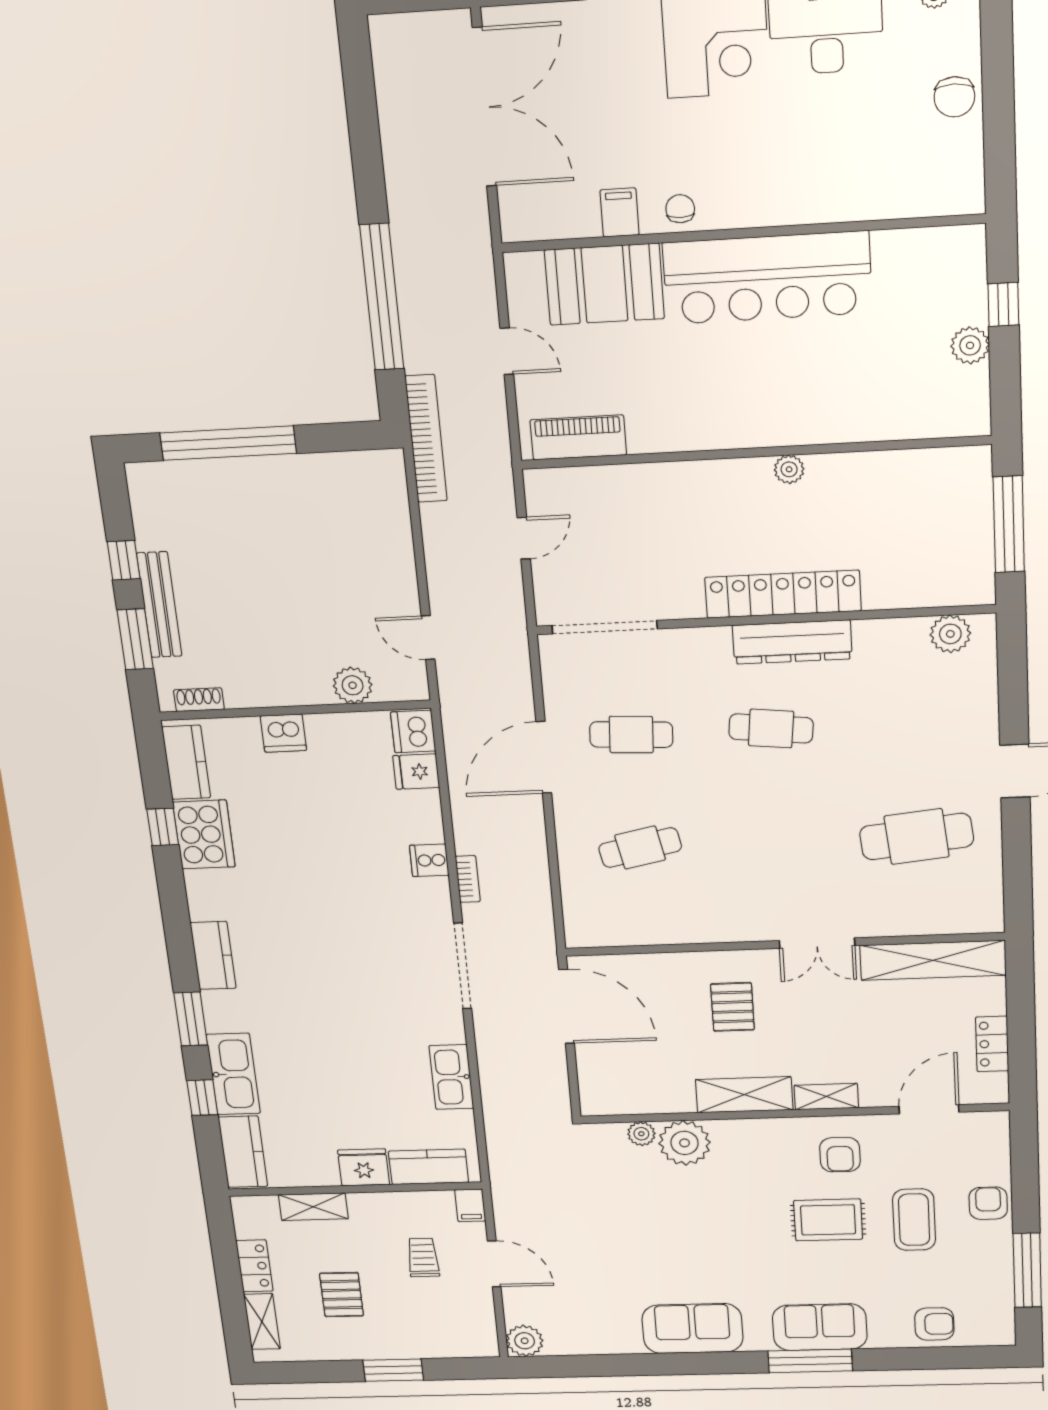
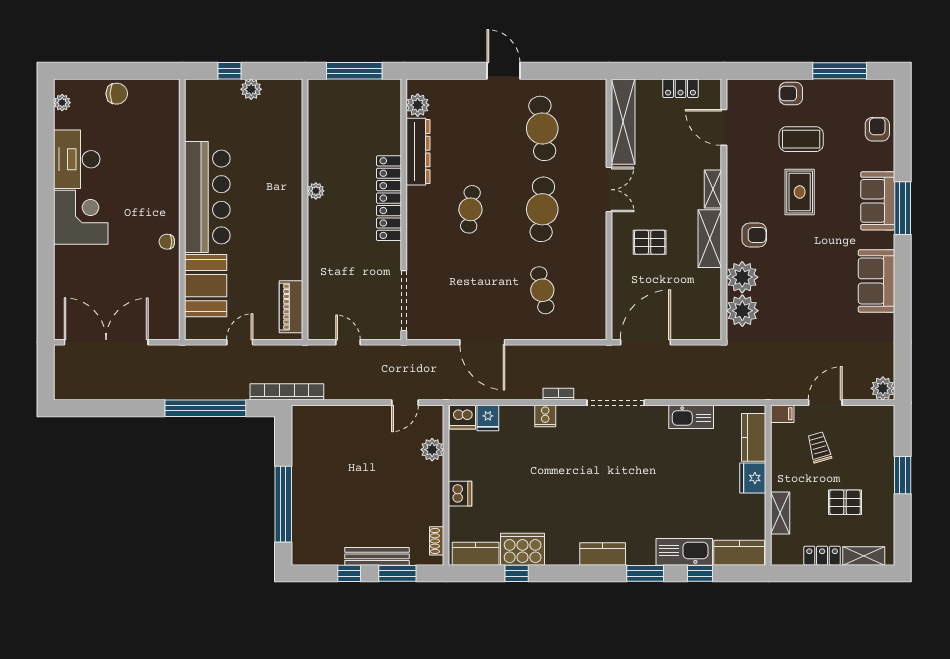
filing cabinet: (620, 212) -> (167, 274), removed
dresser: (792, 642) -> (418, 152), moved
cafe table: (631, 735) -> (542, 209), moved, width x1.37, depth x1.35
plant: (641, 1134) -> (742, 311), width x1.88, depth x1.88
armchair: (840, 1155) -> (754, 235), moved
trolley: (423, 1258) -> (819, 447), turned 74

